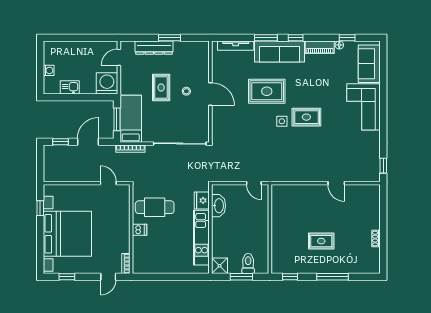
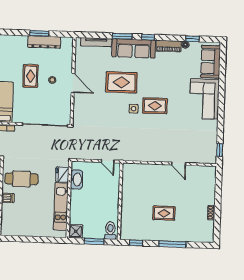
dresser: (154, 48) -> (44, 42), moved
toilet: (248, 264) -> (110, 231), moved

